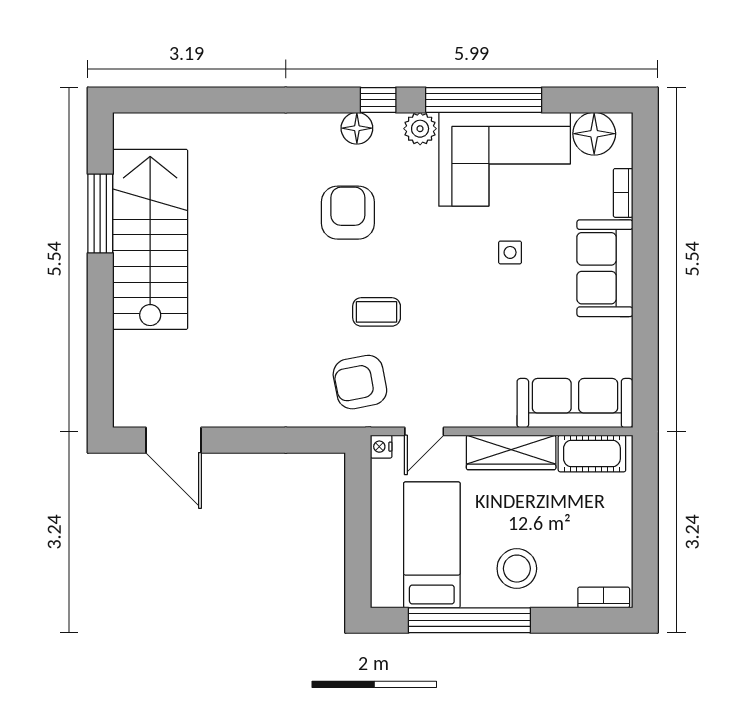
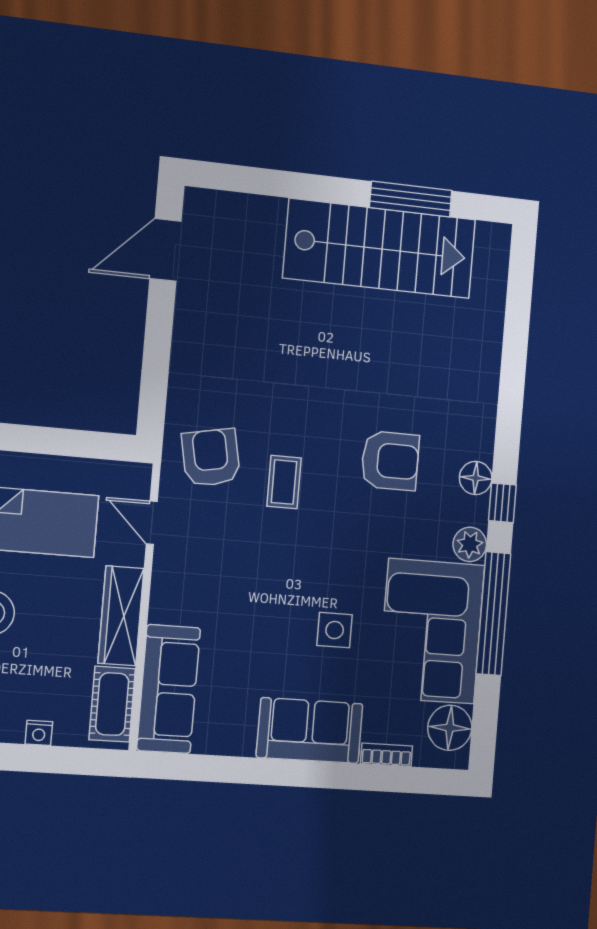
side table: (510, 252) -> (335, 630), width x1.37, depth x1.37
nightstand: (381, 447) -> (39, 733), moved, turned 180

